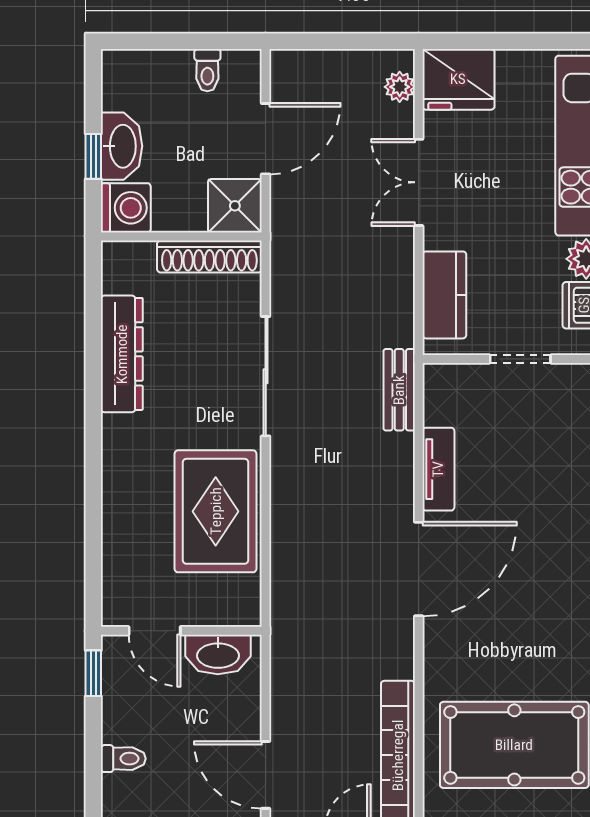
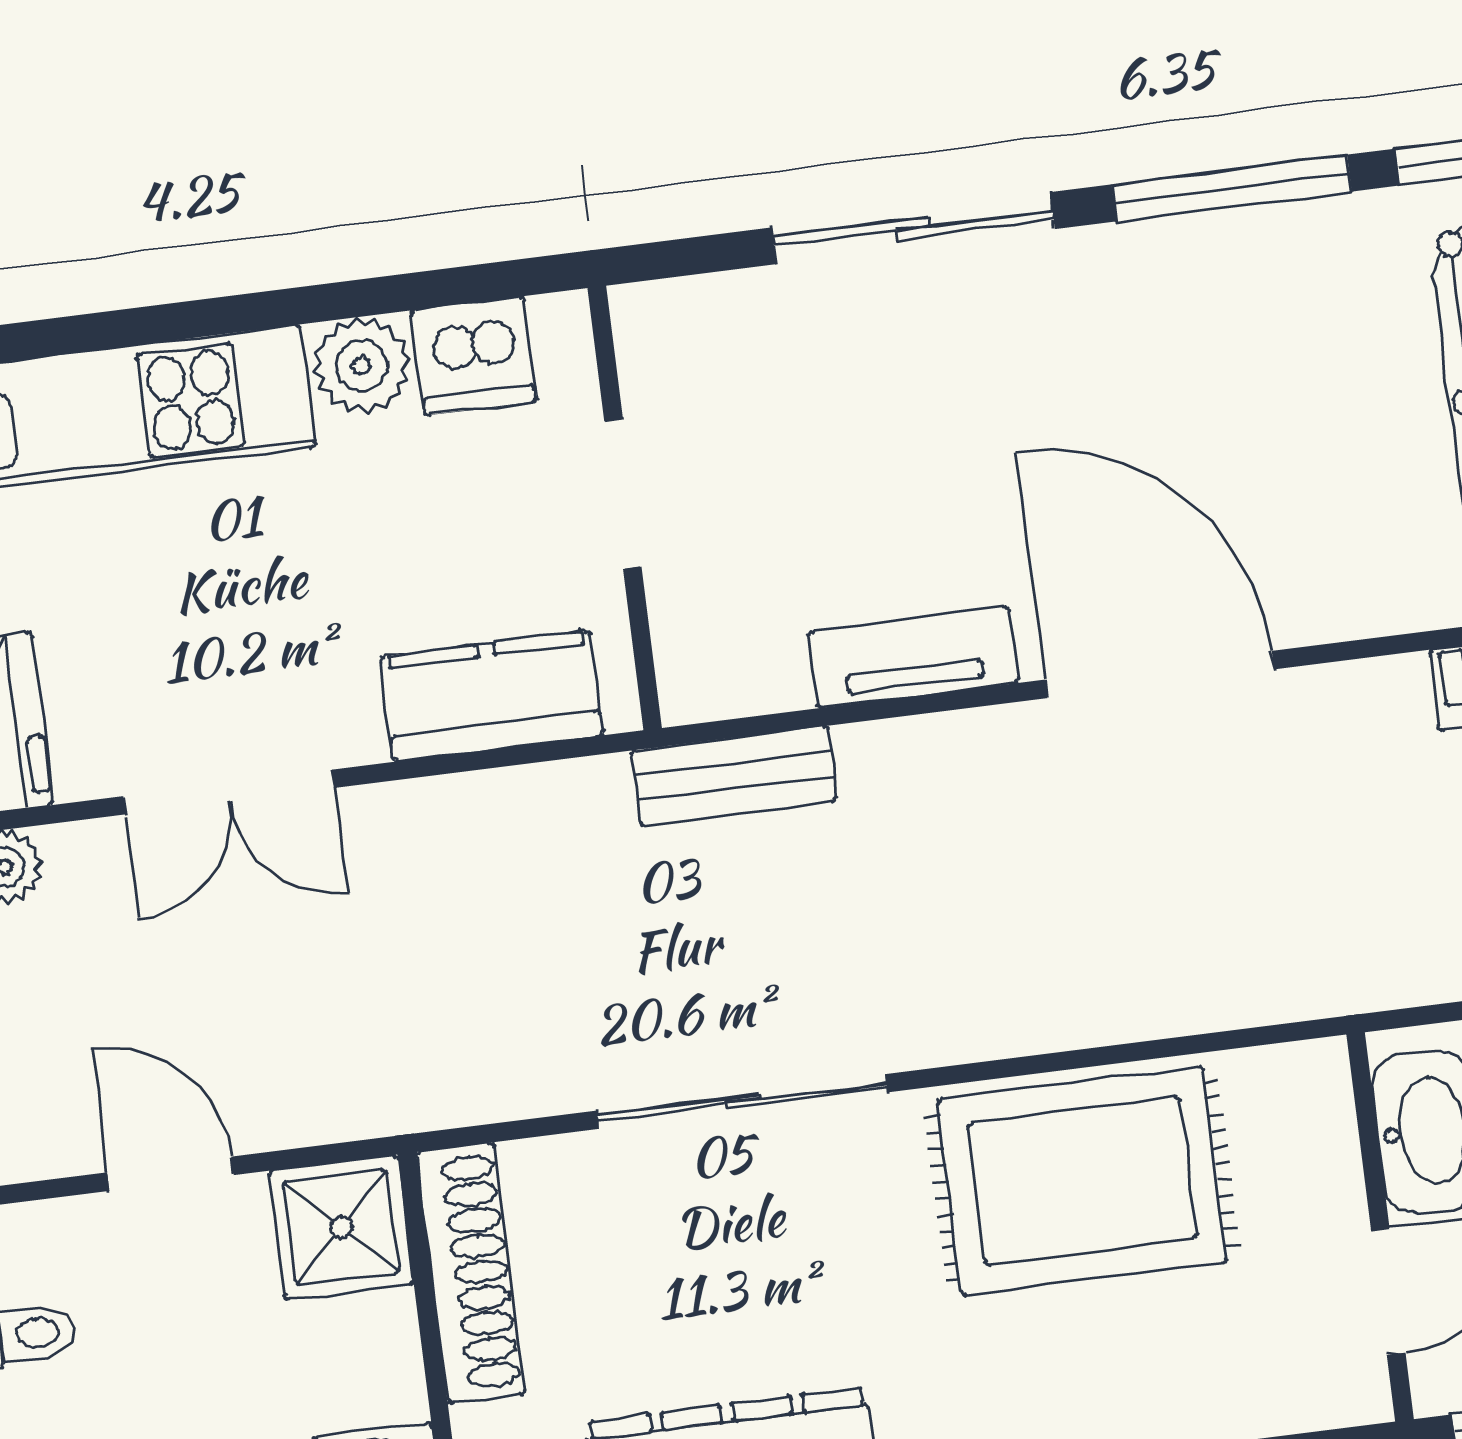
door: (266, 139) -> (170, 1174), width x0.73

